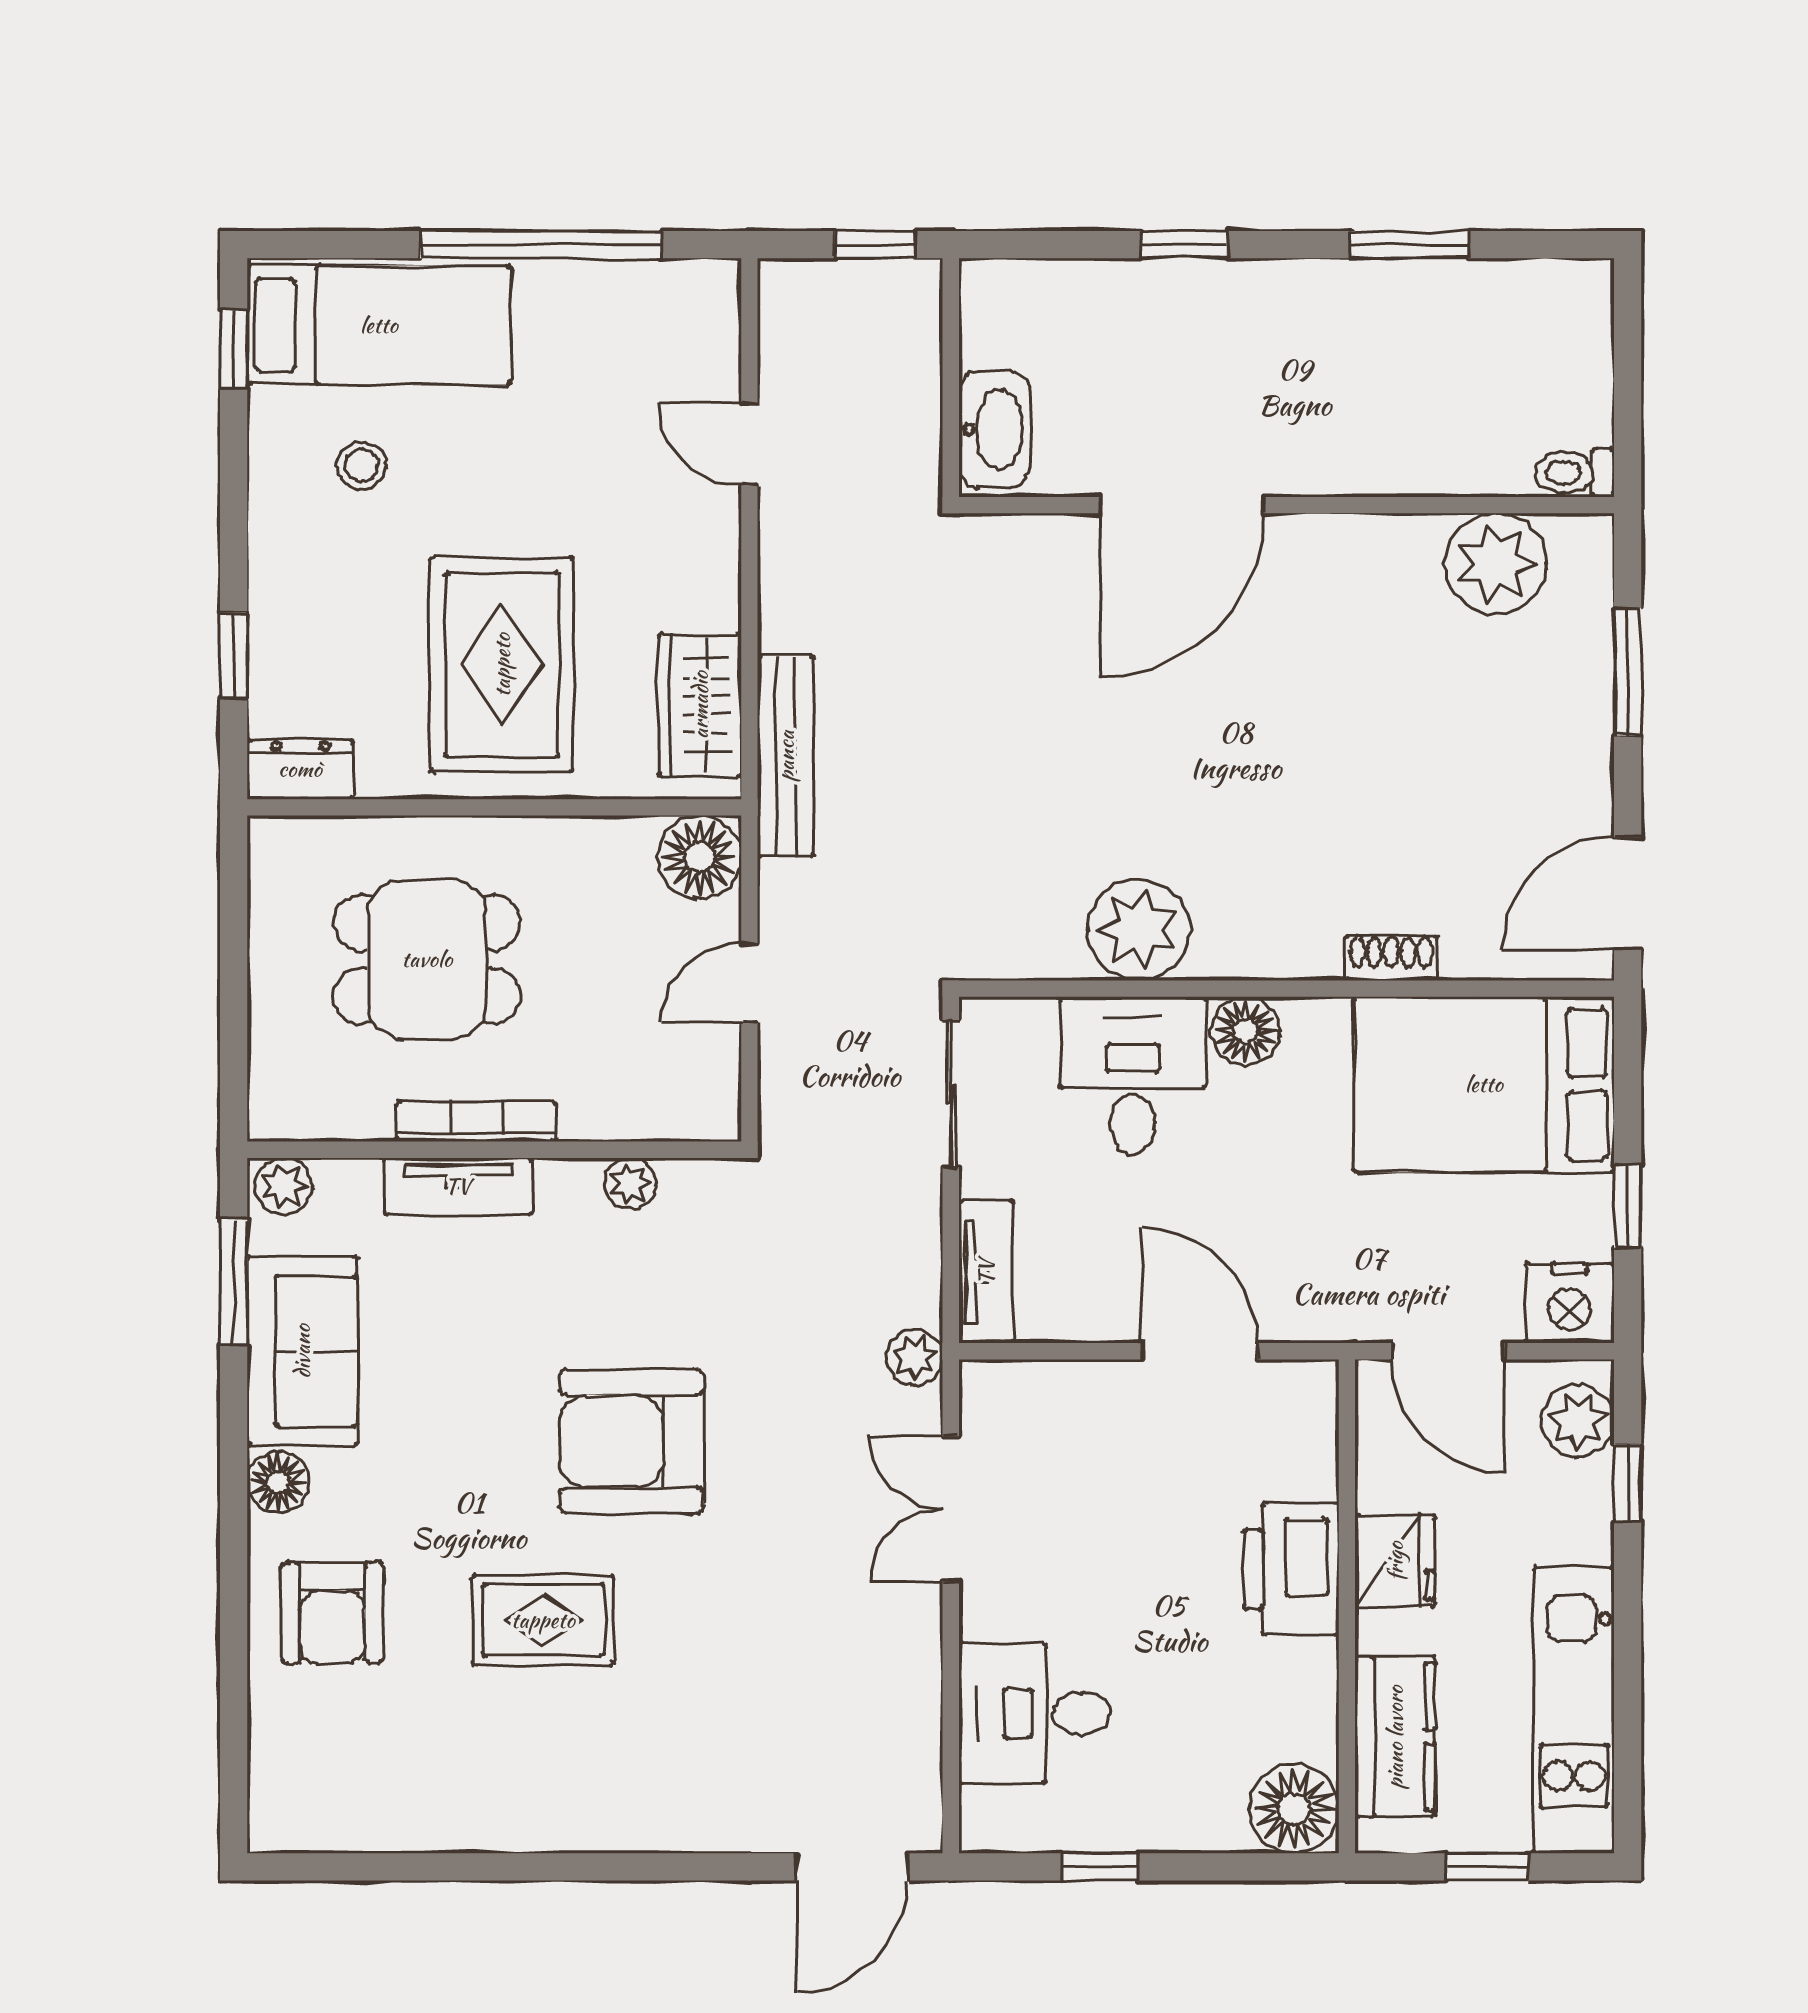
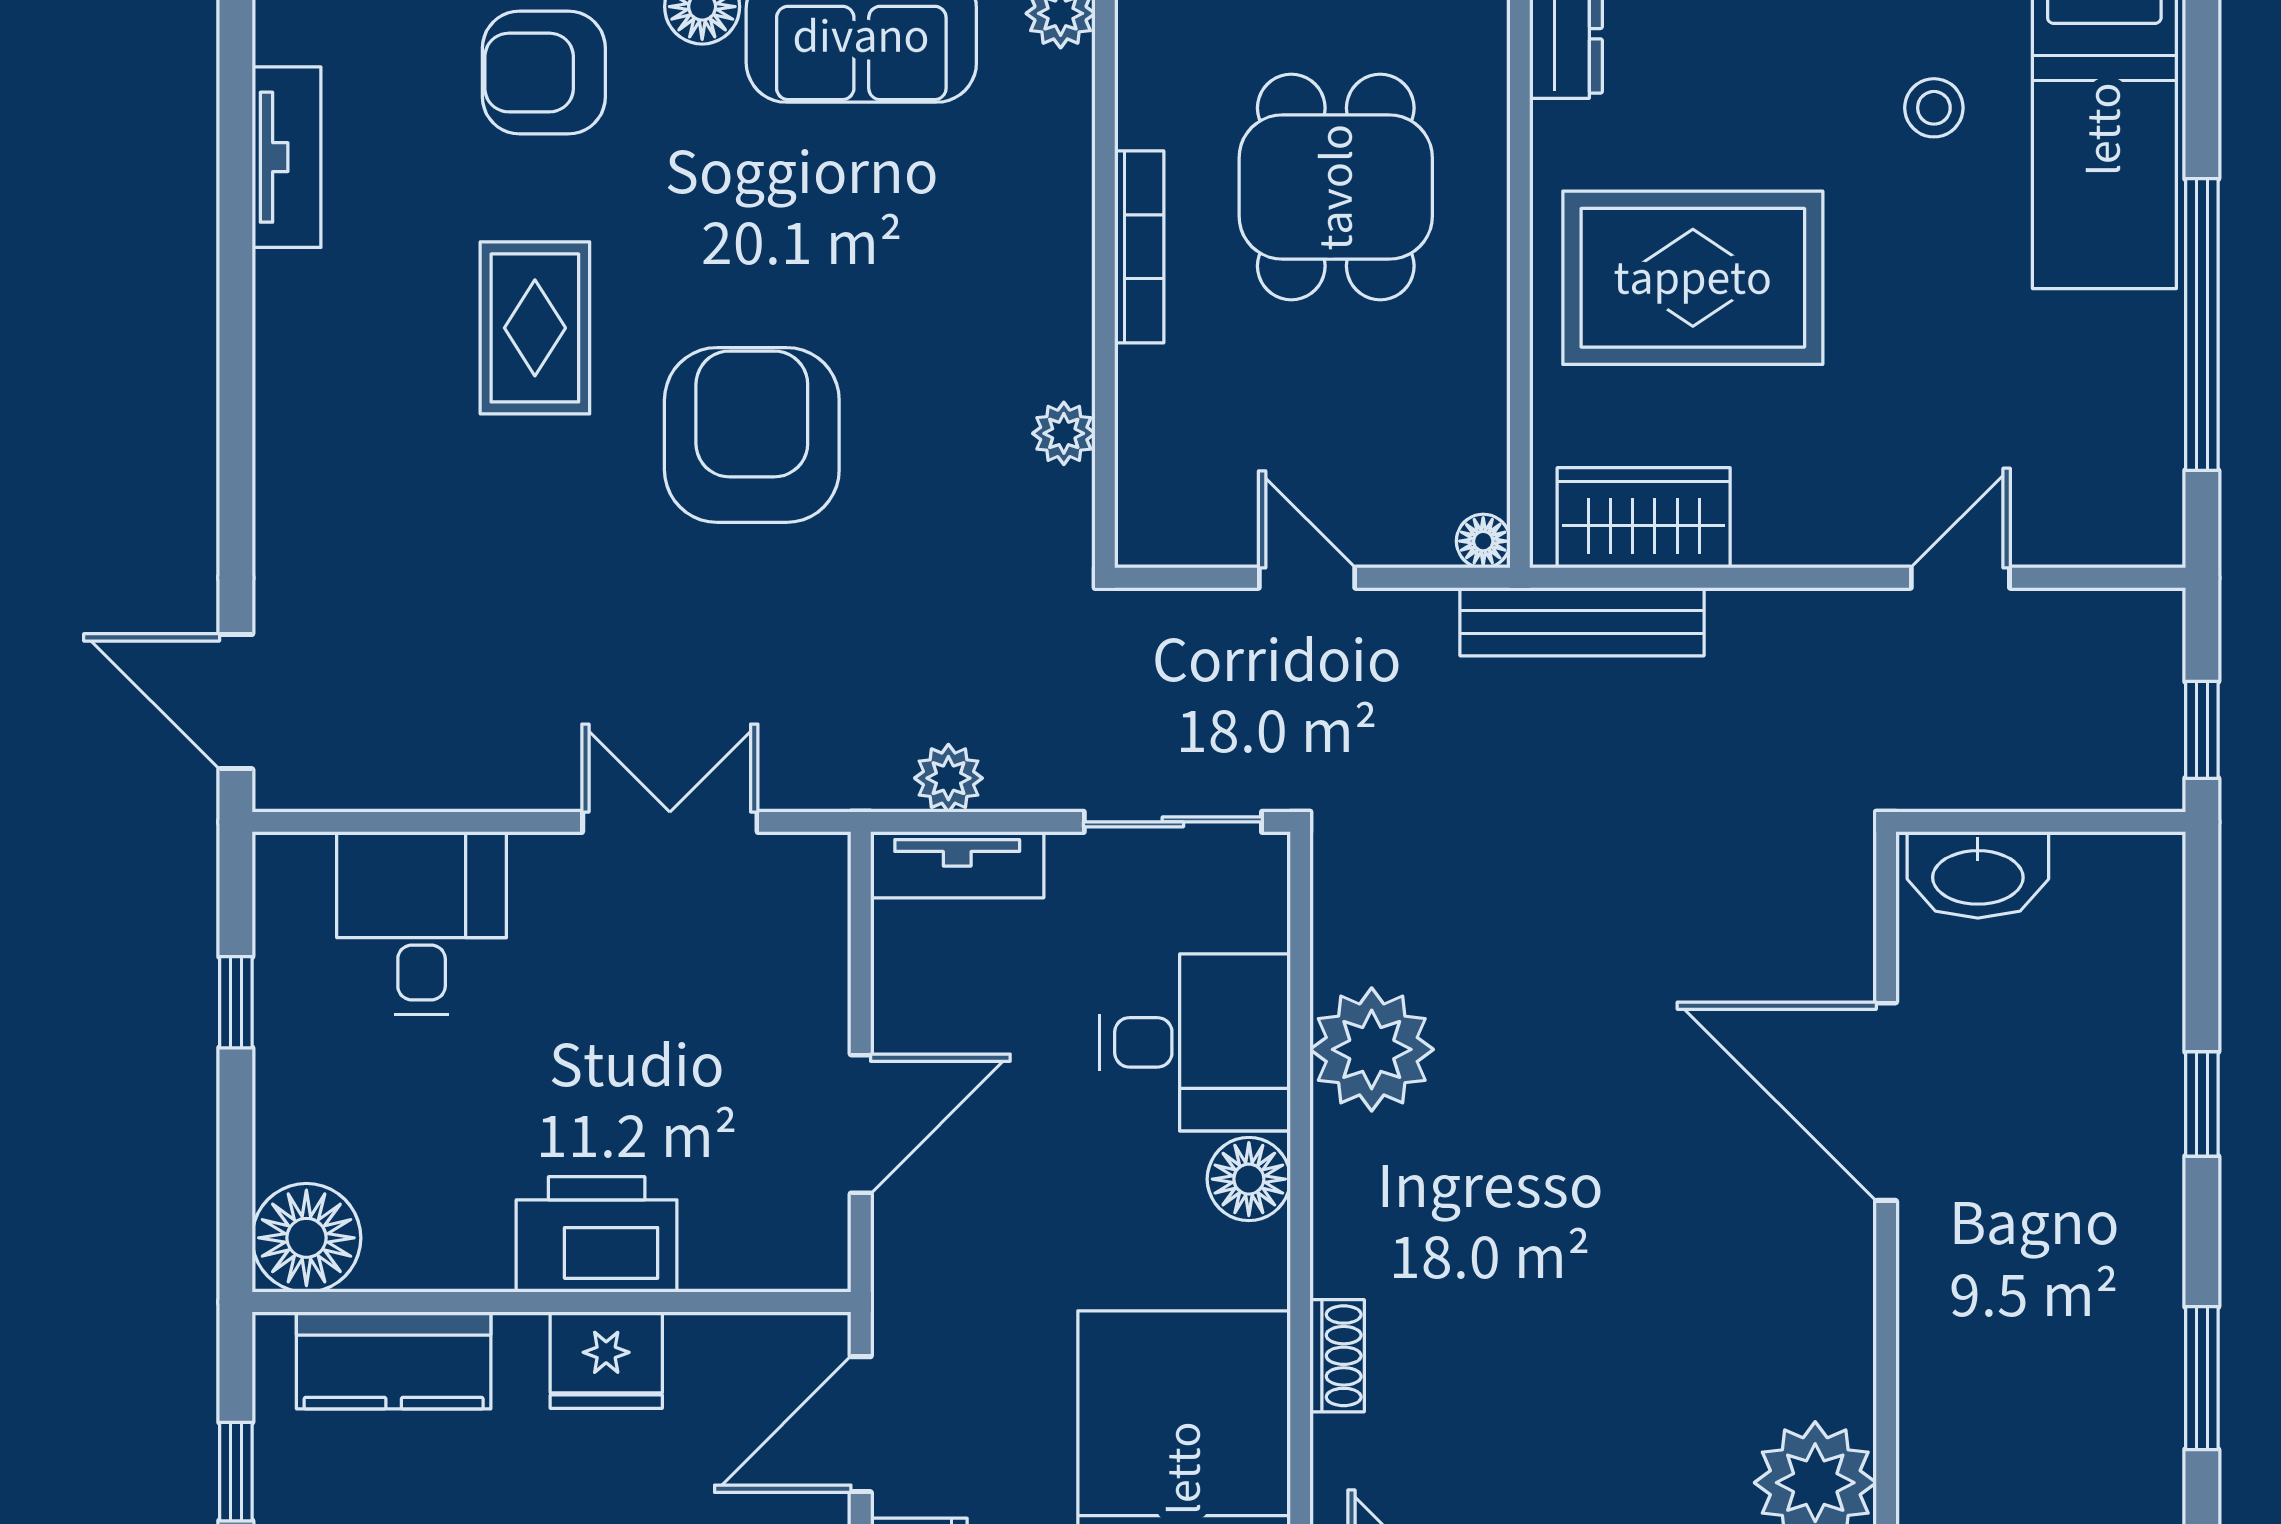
floor lamp: (699, 857) -> (1483, 541), width x0.53, depth x0.53
tv unit: (458, 1186) -> (287, 157), moved, turned 180
plant: (915, 1358) -> (948, 778), moved

